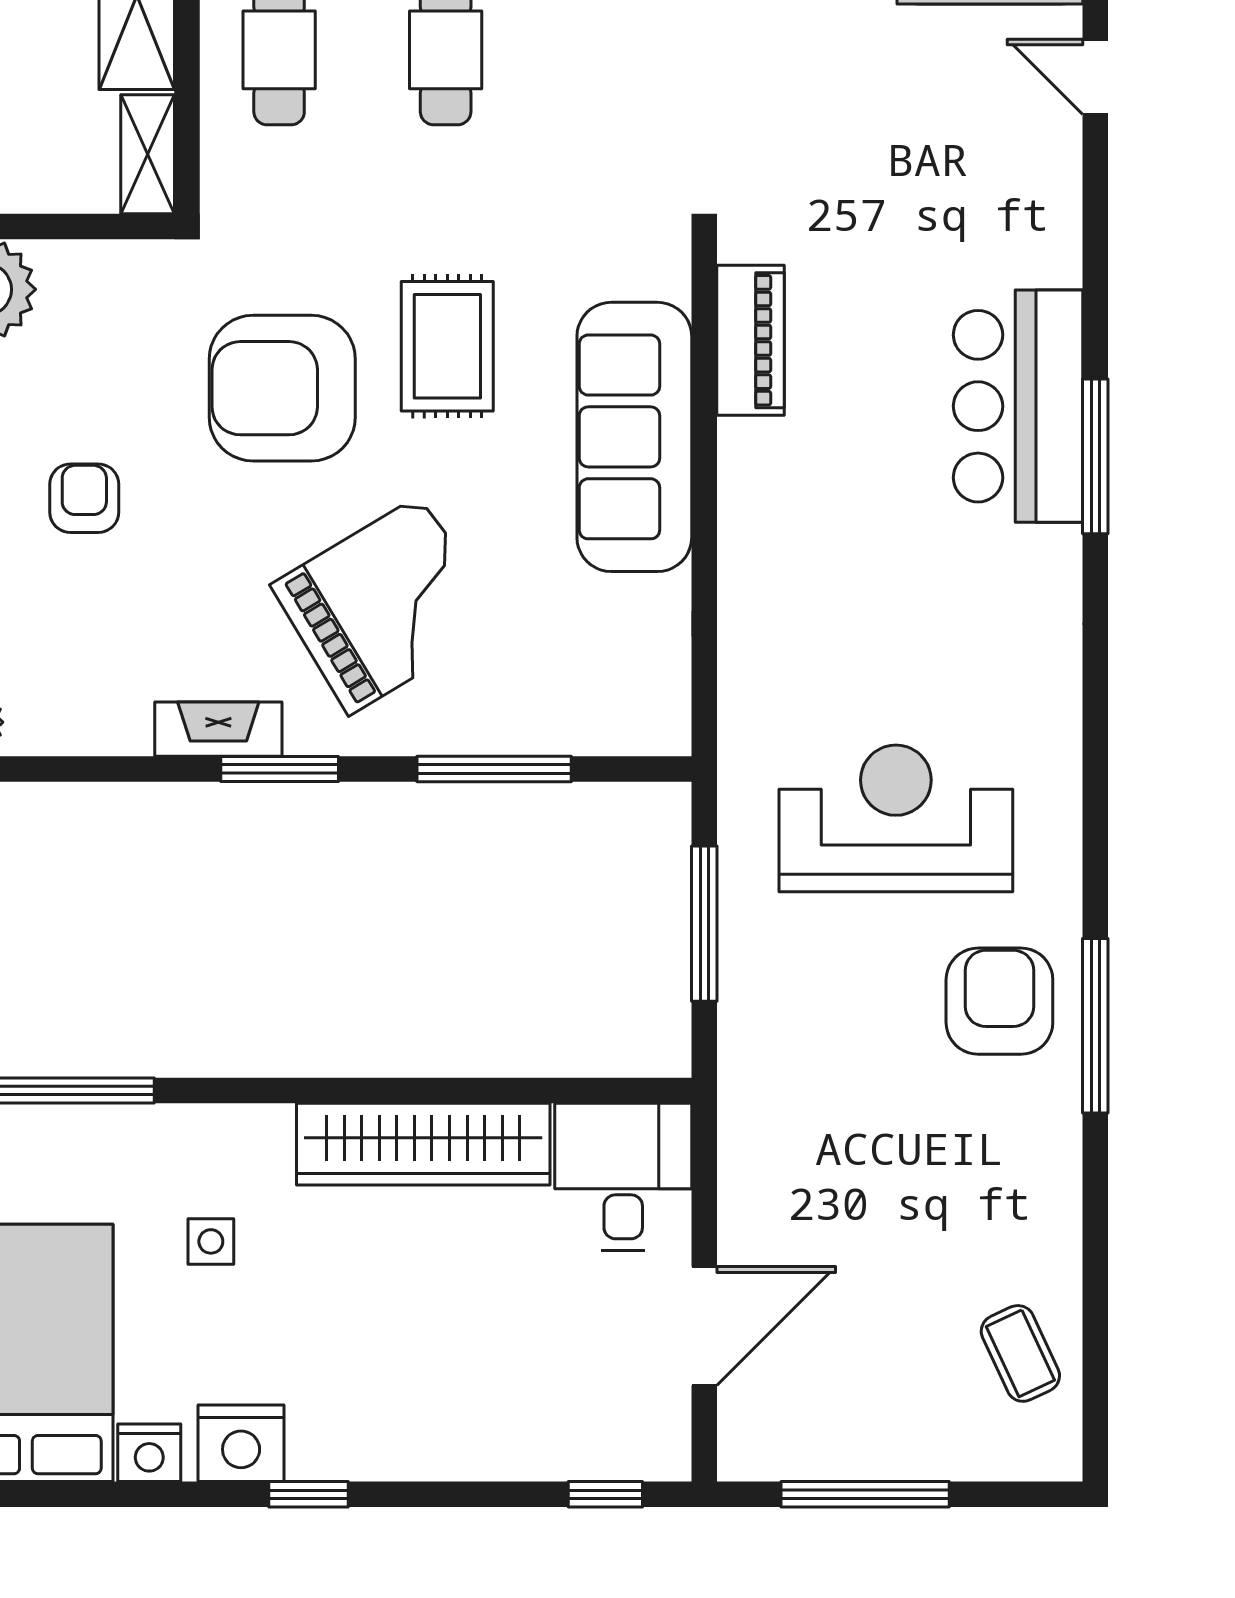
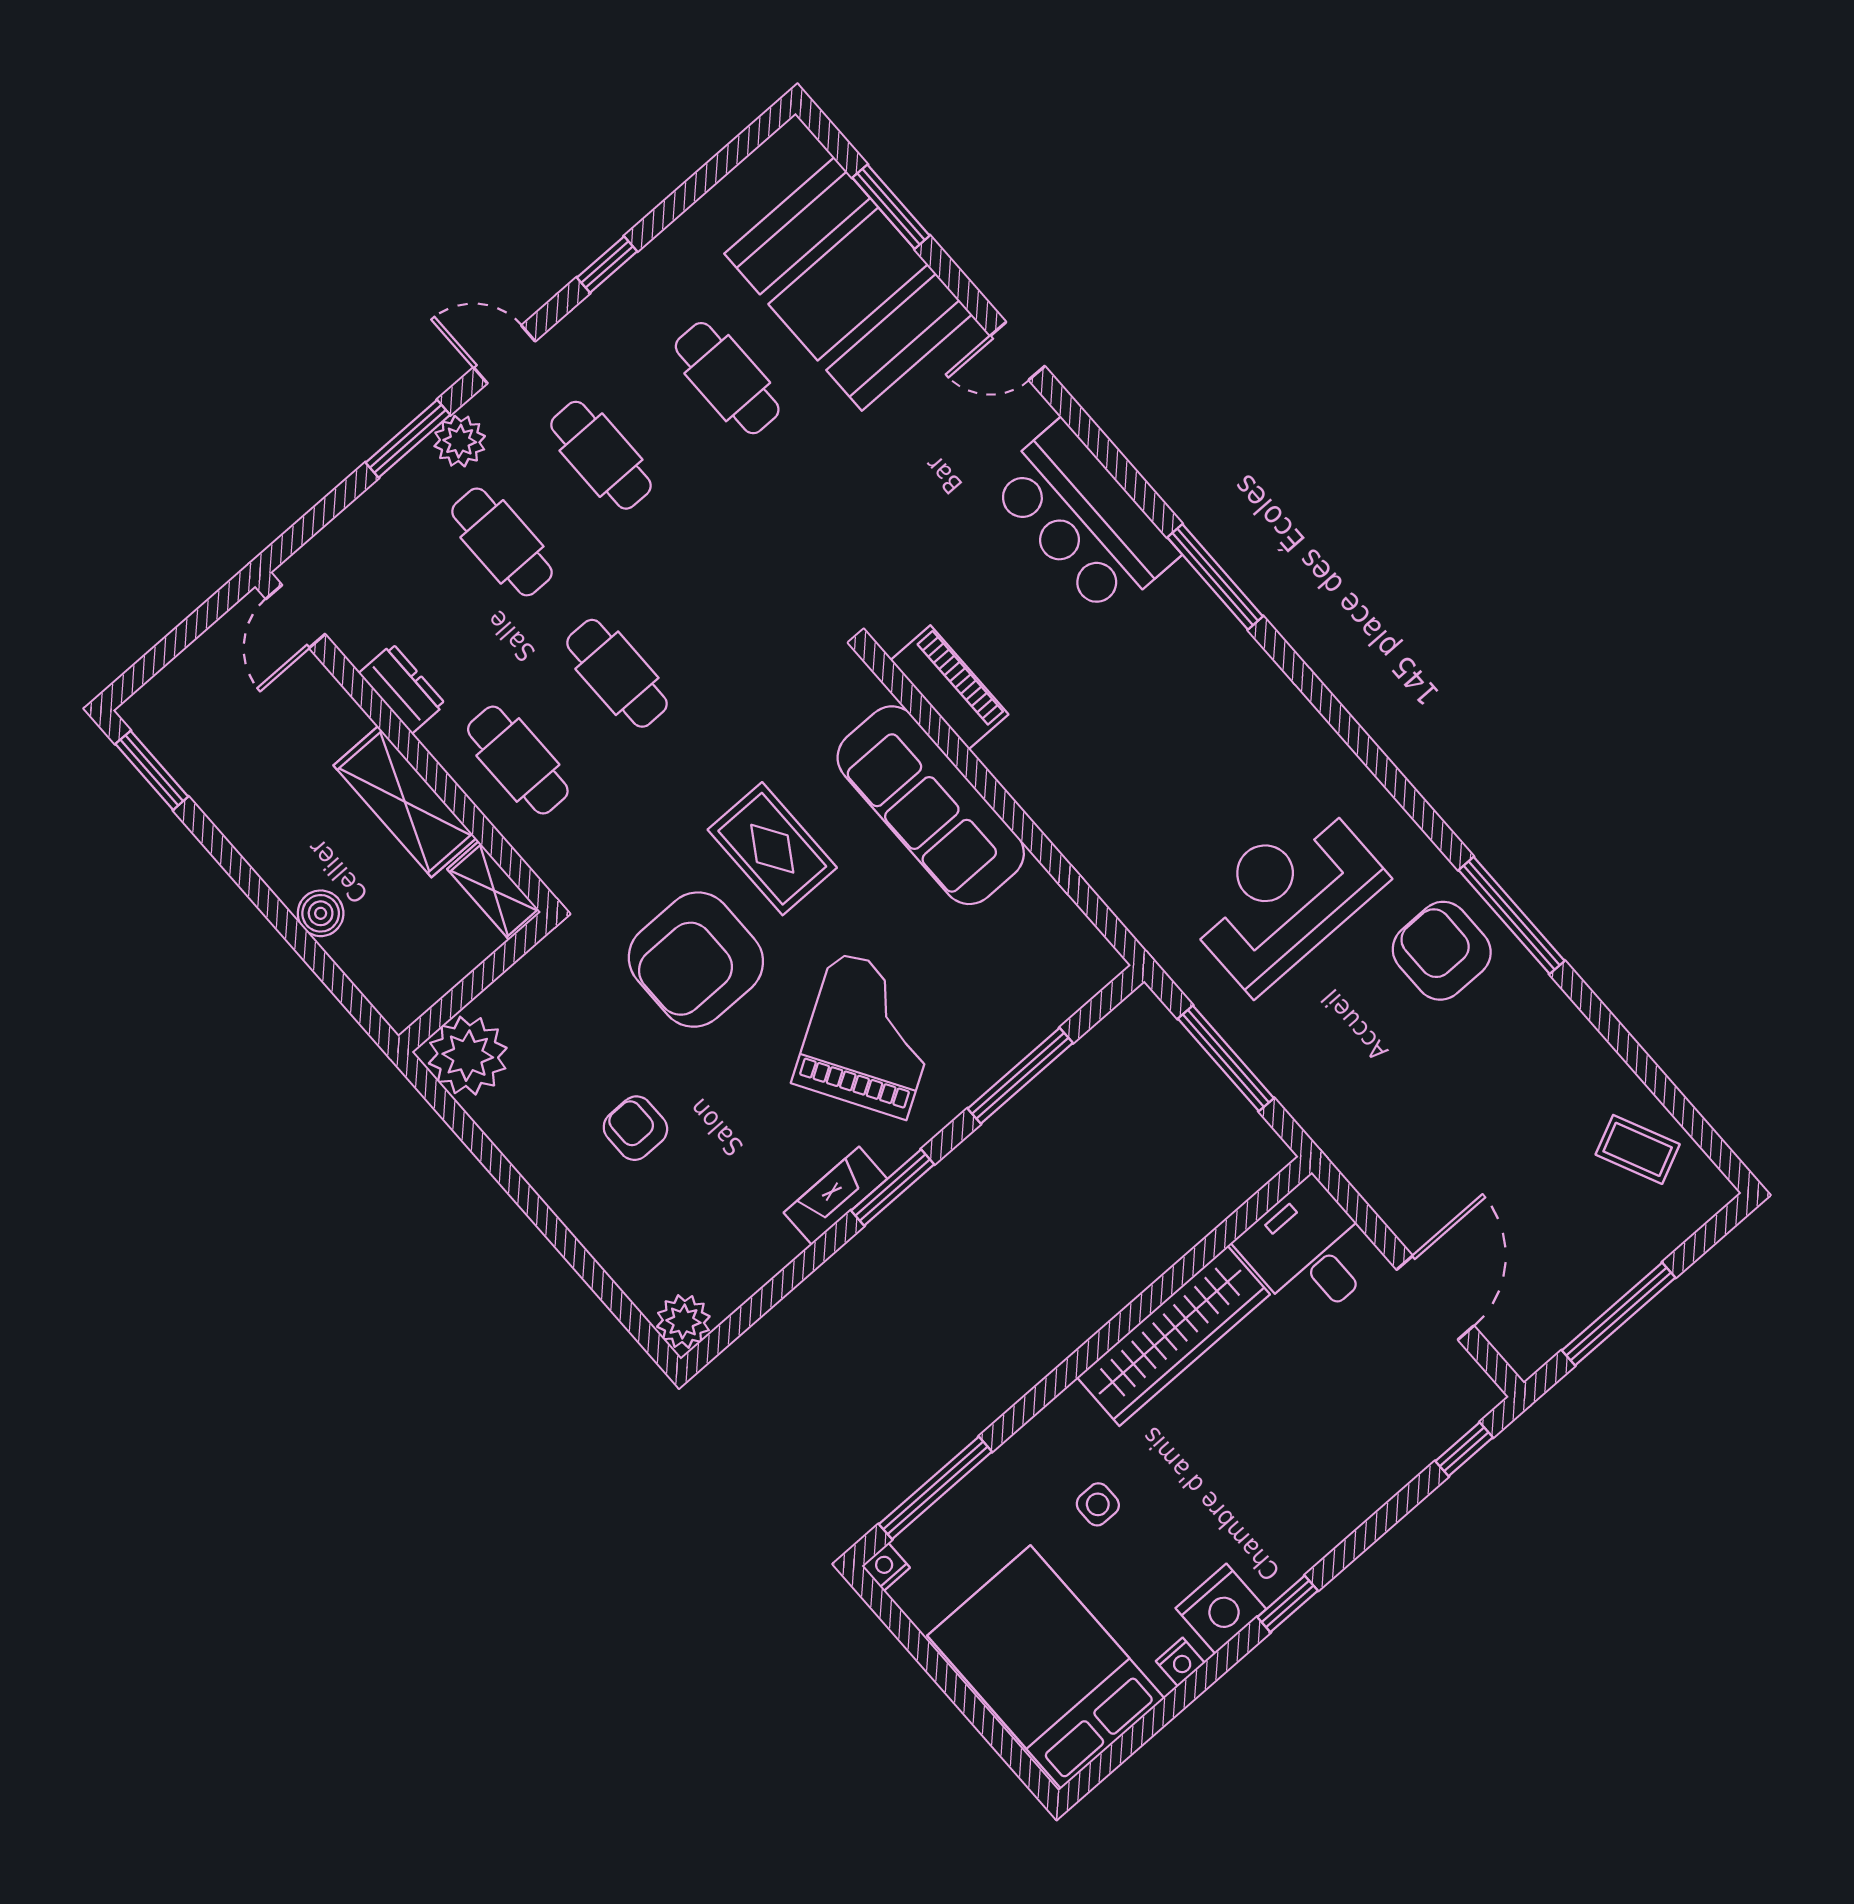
bar counter: (1018, 406) -> (1083, 519), moved
nightstand: (149, 1453) -> (1180, 1662), width x0.72, depth x0.74

